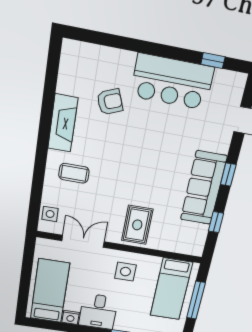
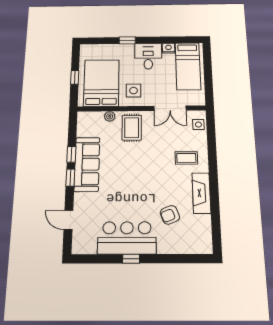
window: (213, 61) -> (131, 259), moved
window: (216, 222) -> (71, 154), moved
plant: (162, 244) -> (110, 116), added
bed: (171, 289) -> (101, 83), width x1.50
window: (196, 300) -> (75, 77), width x0.46

